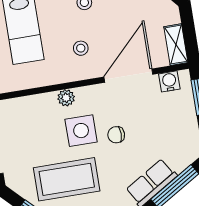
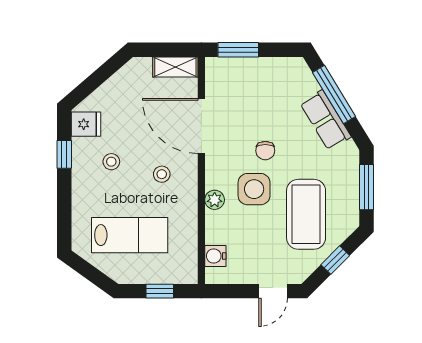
water cooler: (169, 81) -> (215, 256), moved

